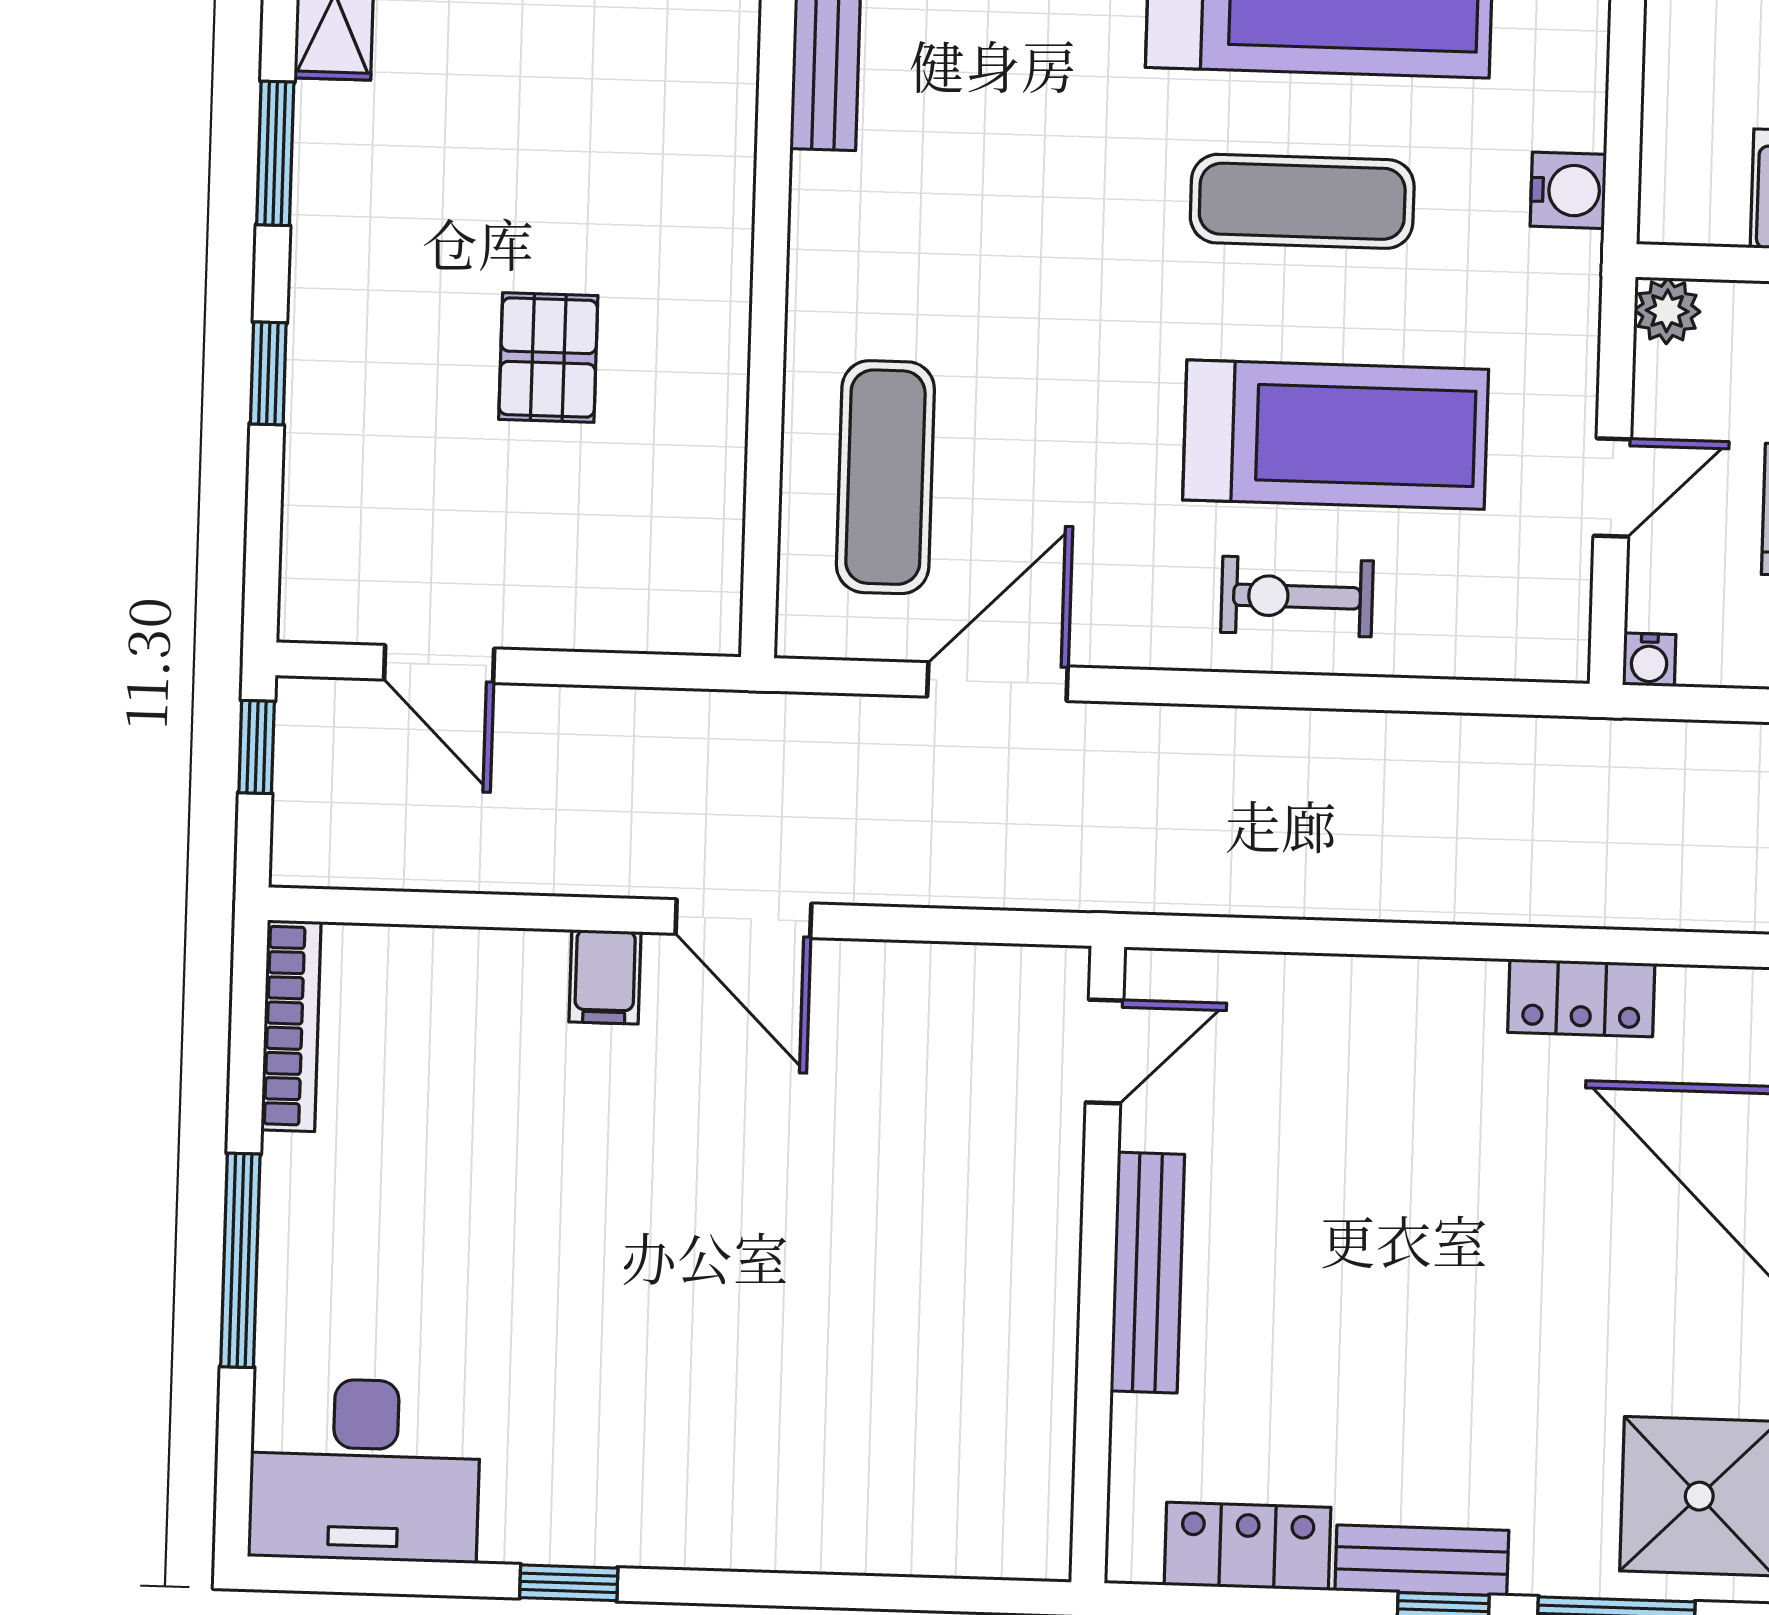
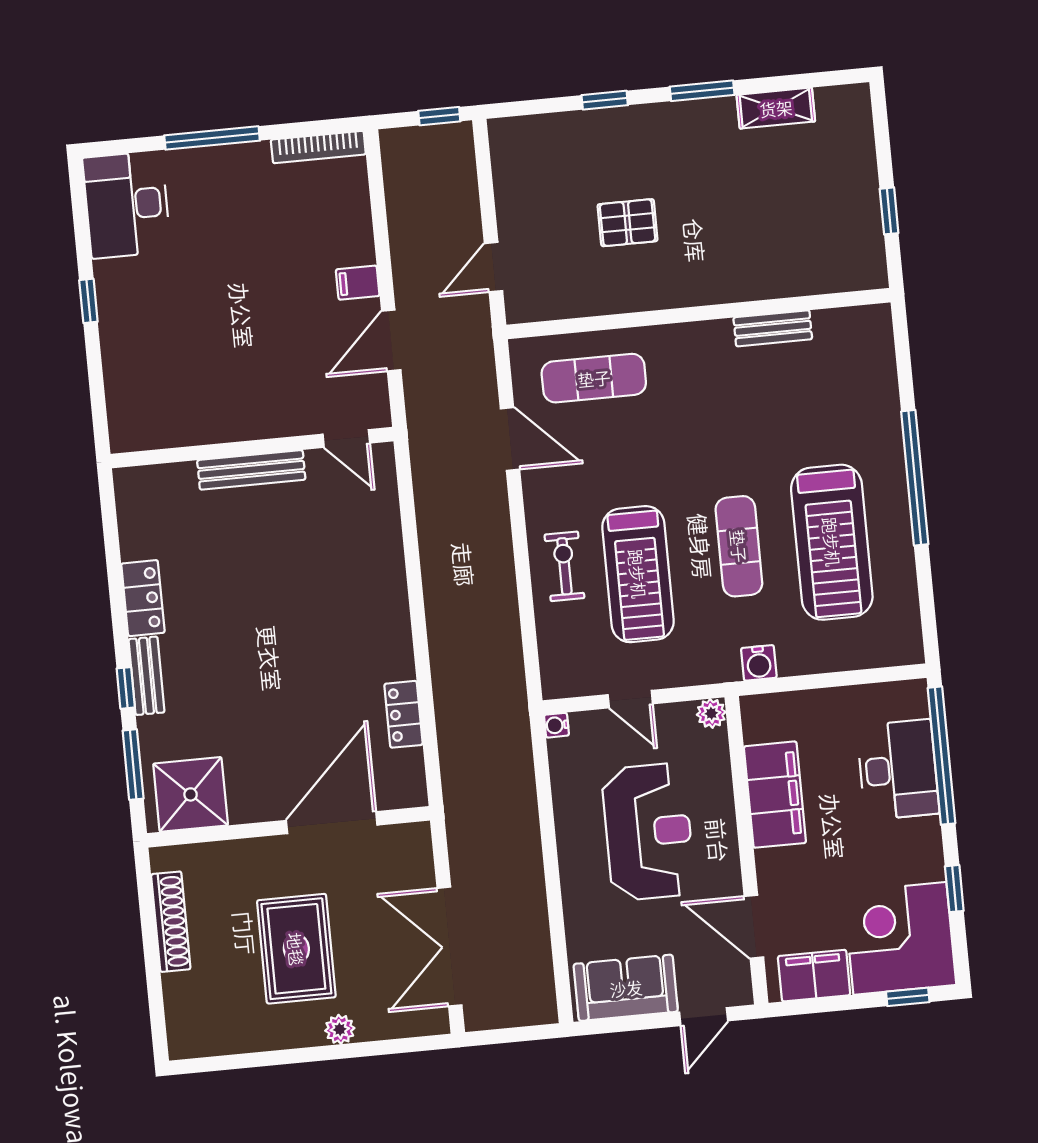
door: (439, 664) -> (493, 267), moved
door: (1105, 1052) -> (346, 439), moved
wall: (1098, 1265) -> (252, 448), moved
bench: (1147, 1273) -> (251, 470), moved

